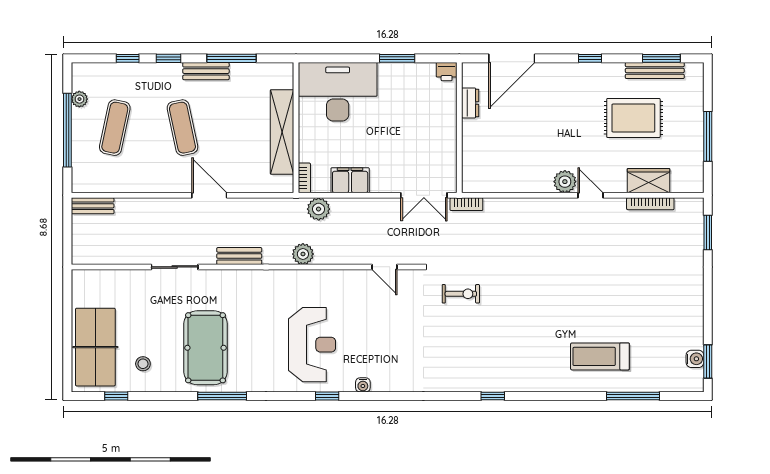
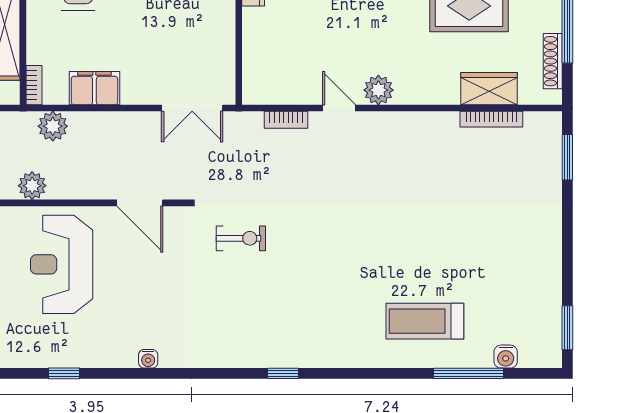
shoe rack: (697, 160) -> (553, 61), added
door: (590, 195) -> (339, 108), moved
bookcase: (466, 204) -> (286, 120), moved
door: (384, 267) -> (140, 203), width x1.37
reception desk: (312, 345) -> (62, 264), moved, turned 180
water cooler: (695, 359) -> (506, 357), moved, turned 90
water cooler: (363, 385) -> (148, 359), moved

